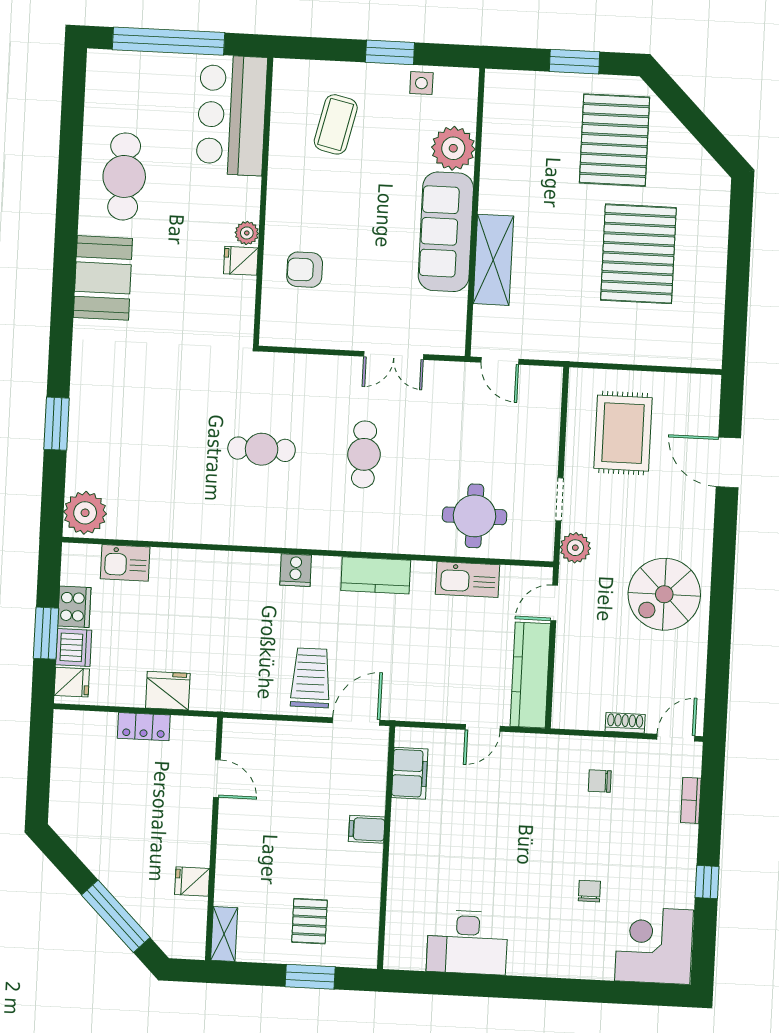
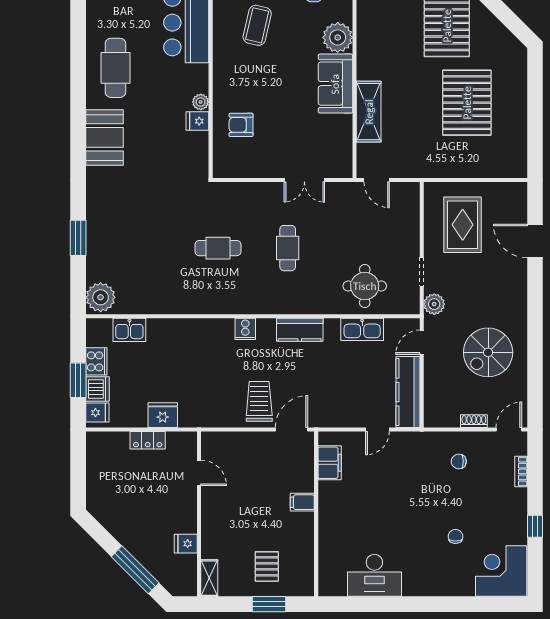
sofa: (446, 232) -> (335, 84), width x0.73
spiral stairs: (664, 594) -> (488, 352), moved

